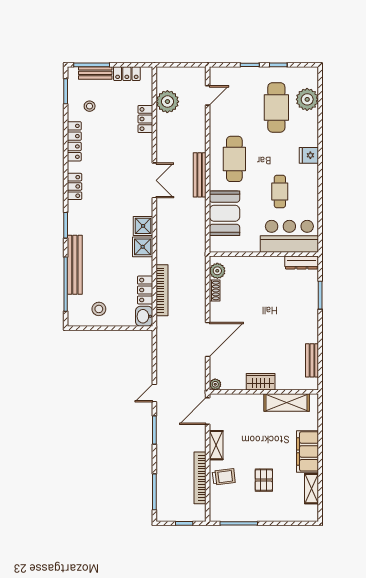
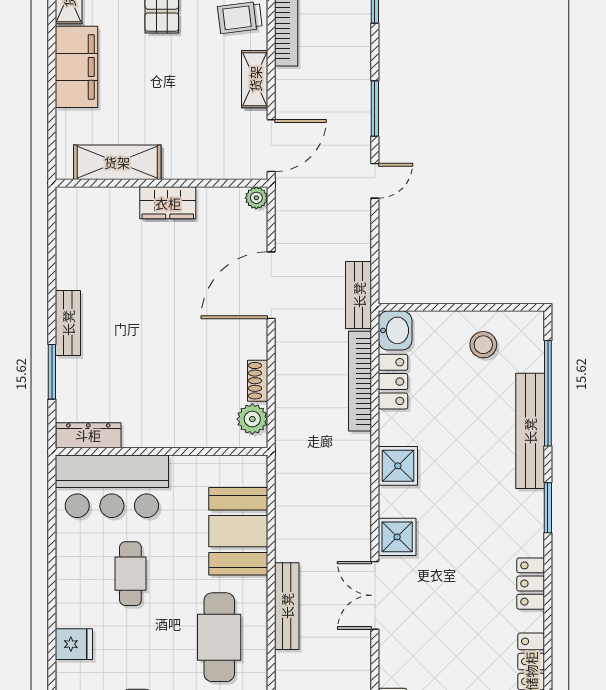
shower: (143, 226) -> (397, 537), moved
bench: (163, 334) -> (359, 295), added
bench: (312, 360) -> (68, 323), moved

